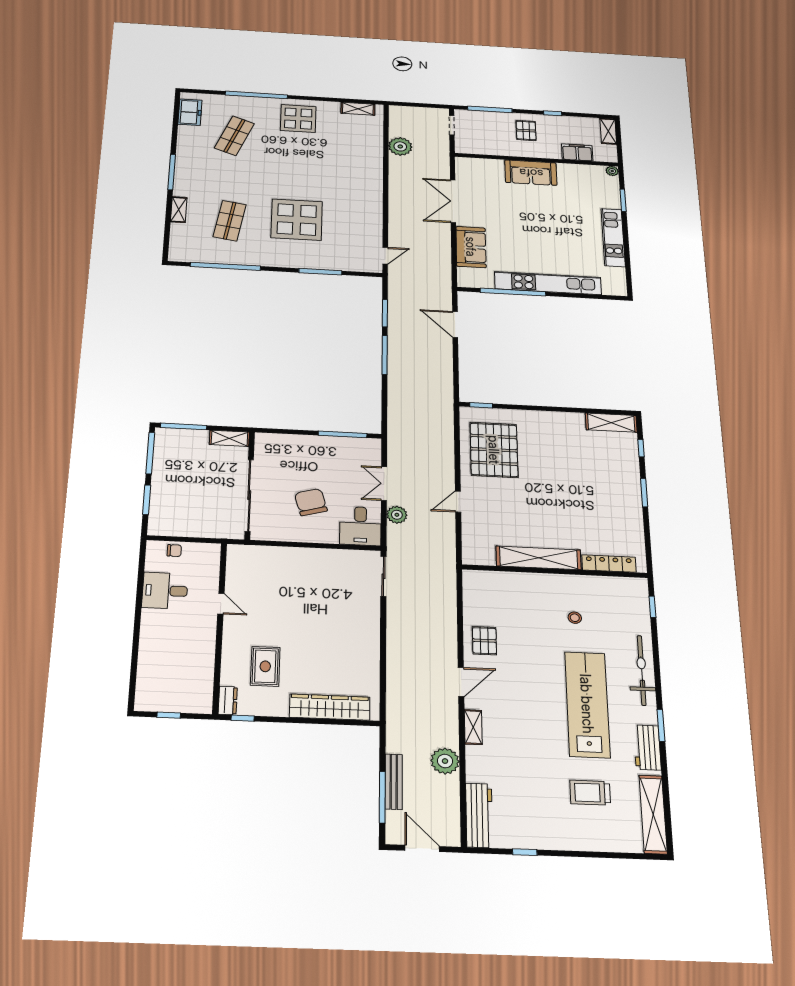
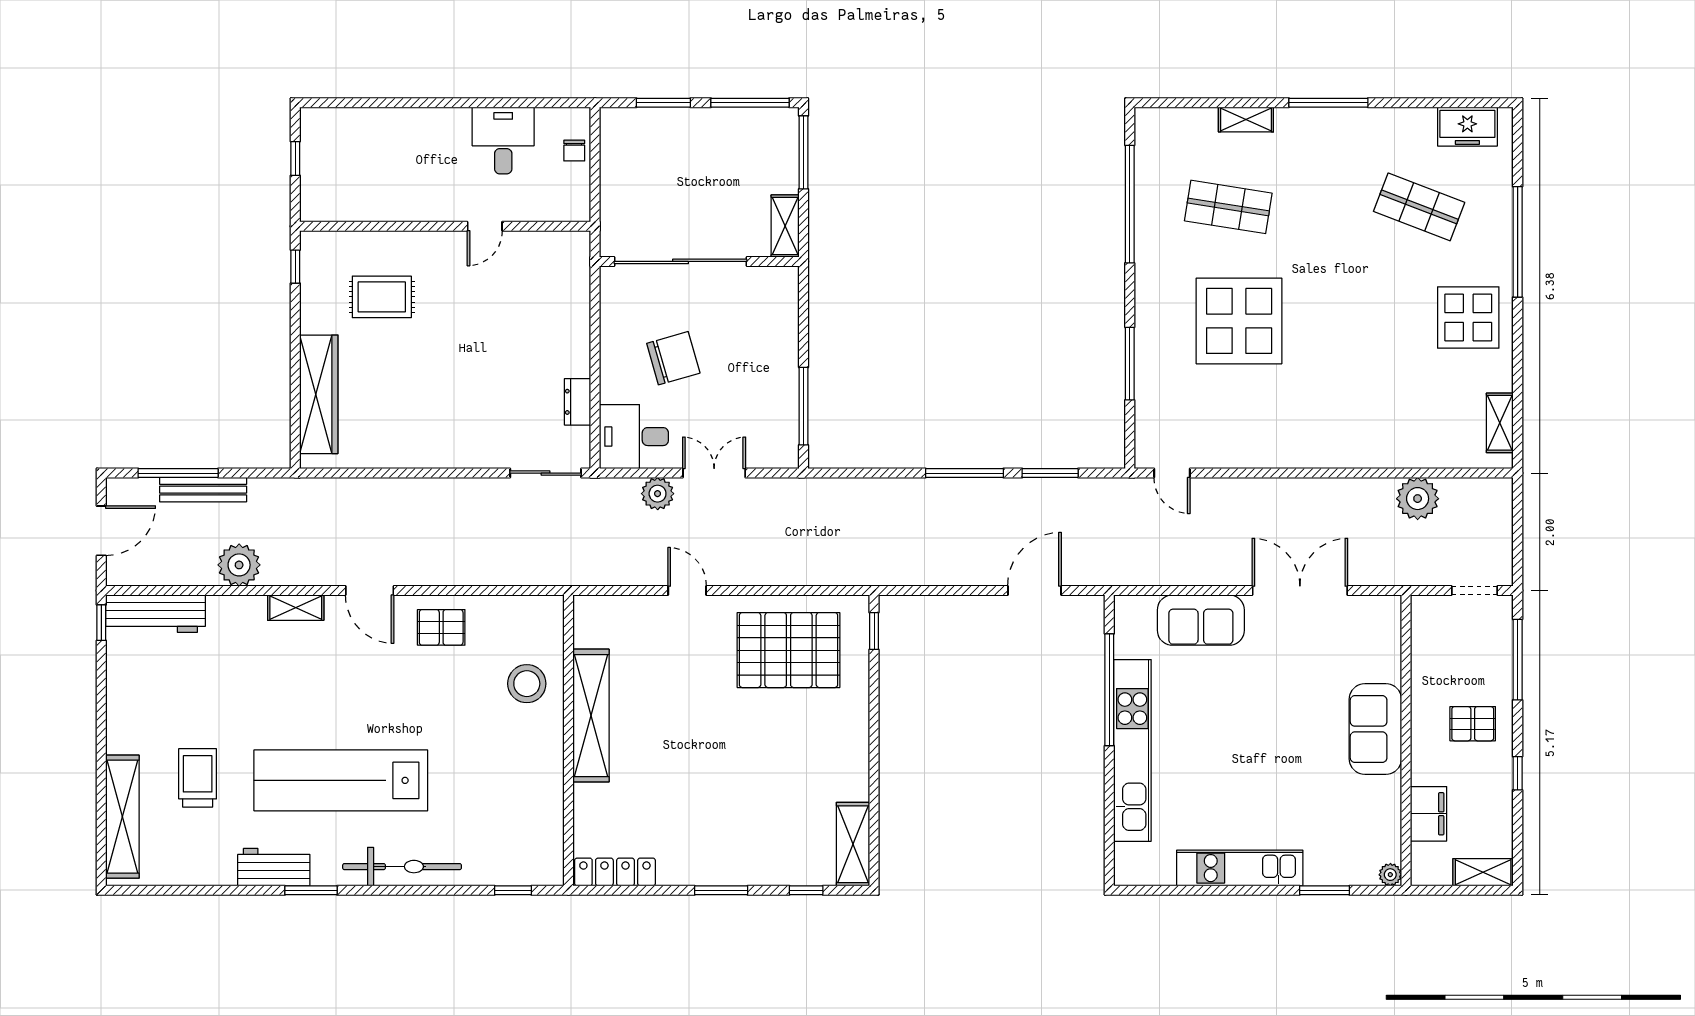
locker: (609, 564) -> (615, 872), moved, turned -90
stool: (575, 618) -> (527, 684), moved, width x1.89, depth x1.89
dresser: (228, 701) -> (577, 402), moved, turned 90
lab bench: (587, 704) -> (341, 780), turned 180
shelving: (653, 814) -> (122, 817), moved, turned 90
window: (525, 852) -> (101, 623), moved

